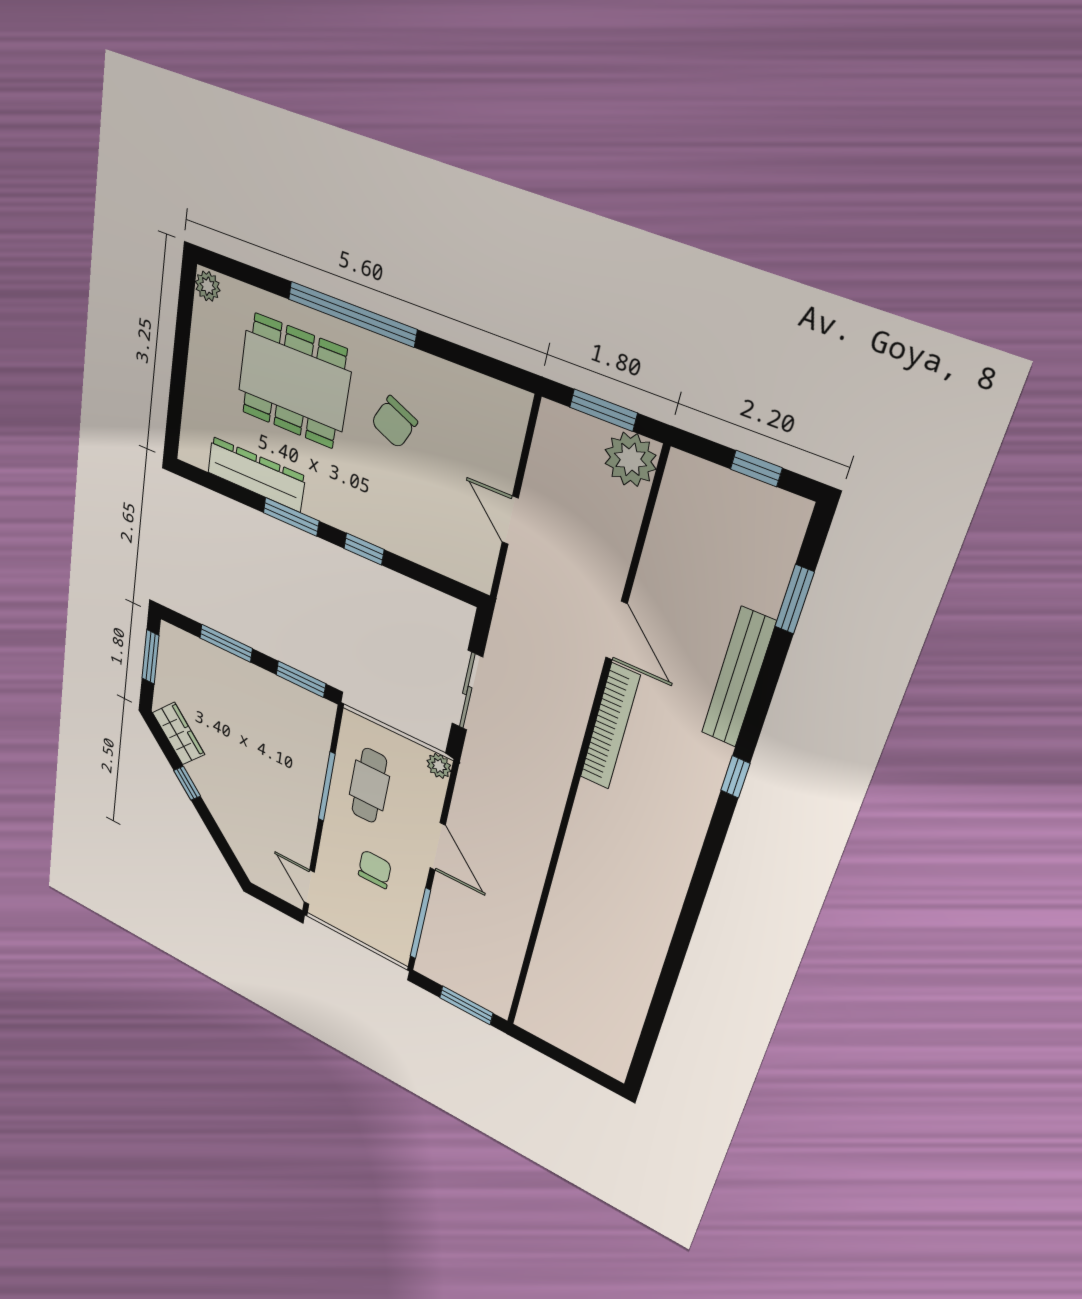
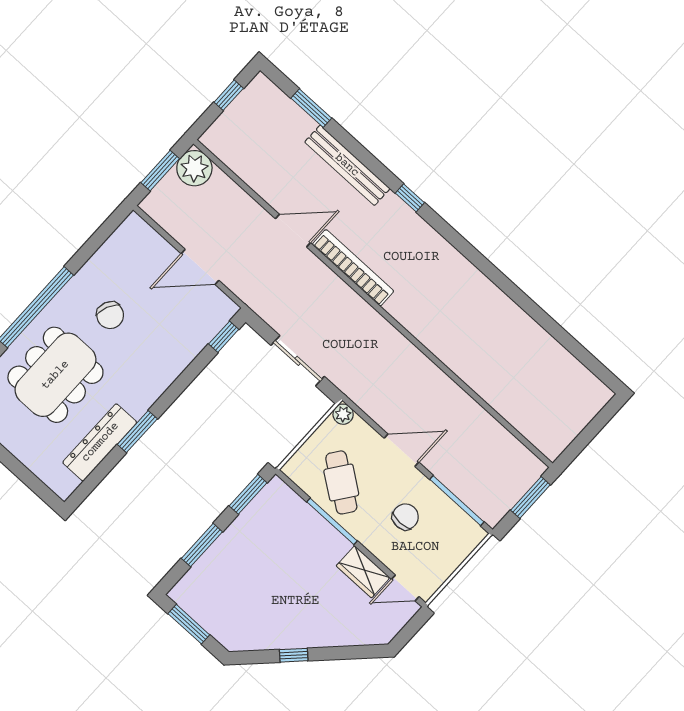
door: (510, 520) -> (200, 267), width x1.38
window: (364, 549) -> (224, 337), moved
wardrobe: (179, 734) -> (363, 572), moved, turned -135
cafe table: (369, 786) -> (341, 482), turned 36
chair: (375, 869) -> (405, 517), turned 90

